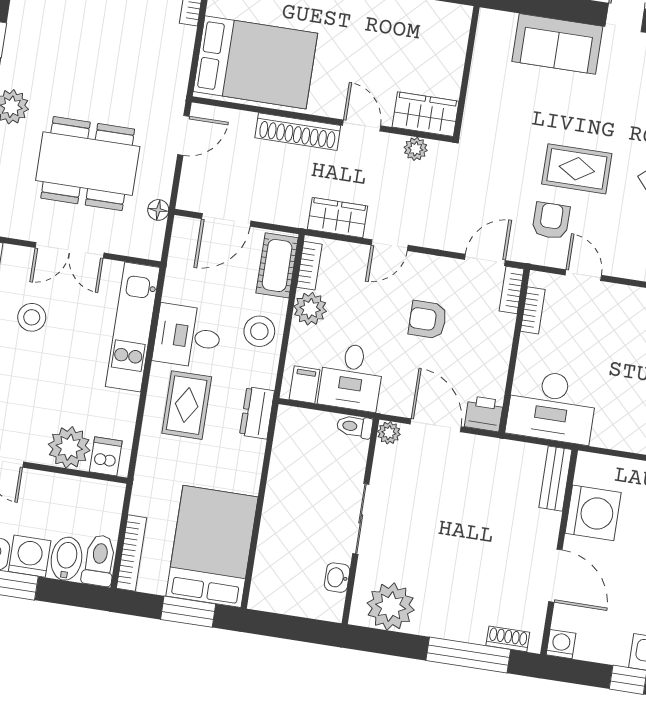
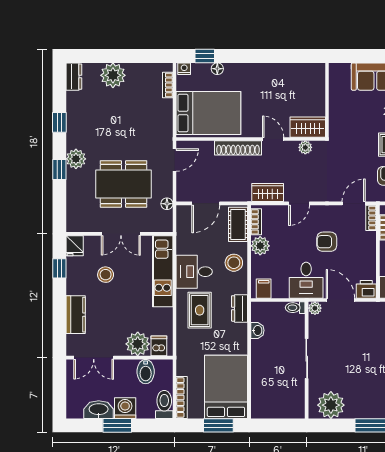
desk: (351, 377) -> (306, 280), moved
bidet: (66, 559) -> (146, 372), moved, turned 180
washbasin: (337, 578) -> (257, 330), moved, turned 180

